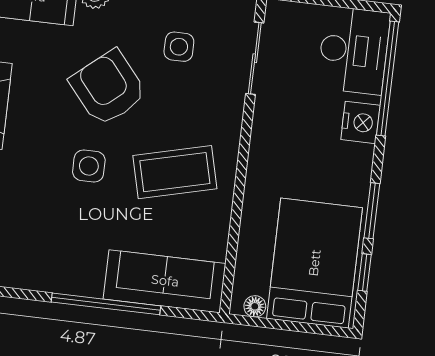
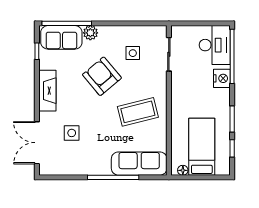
side table: (89, 166) -> (72, 133), moved
bed: (315, 263) -> (202, 147), width x0.67

